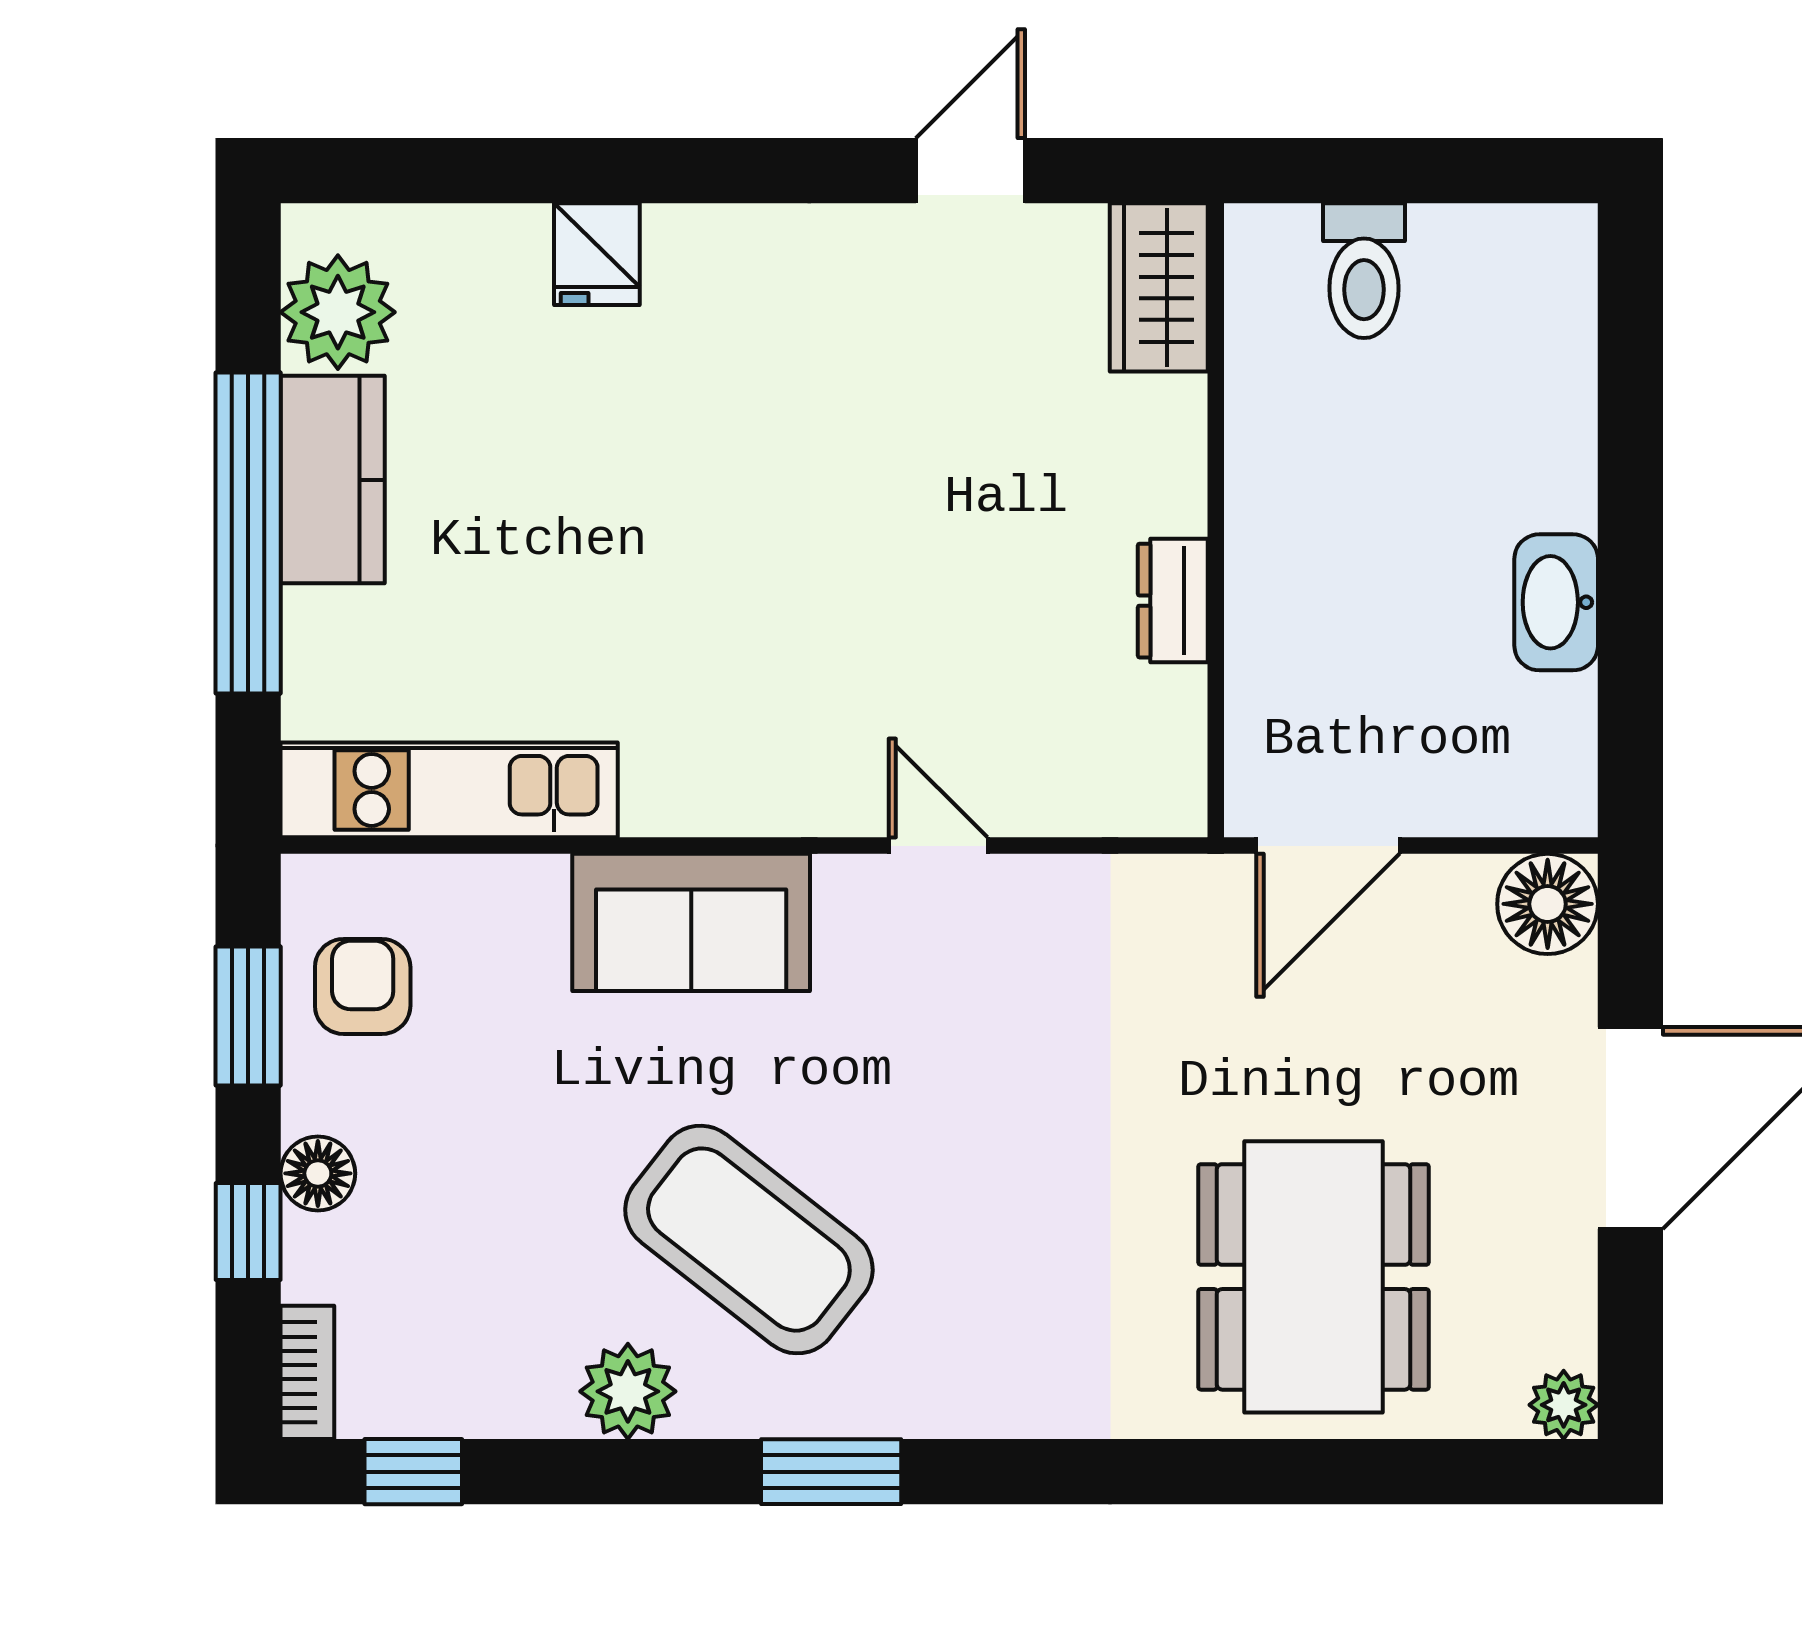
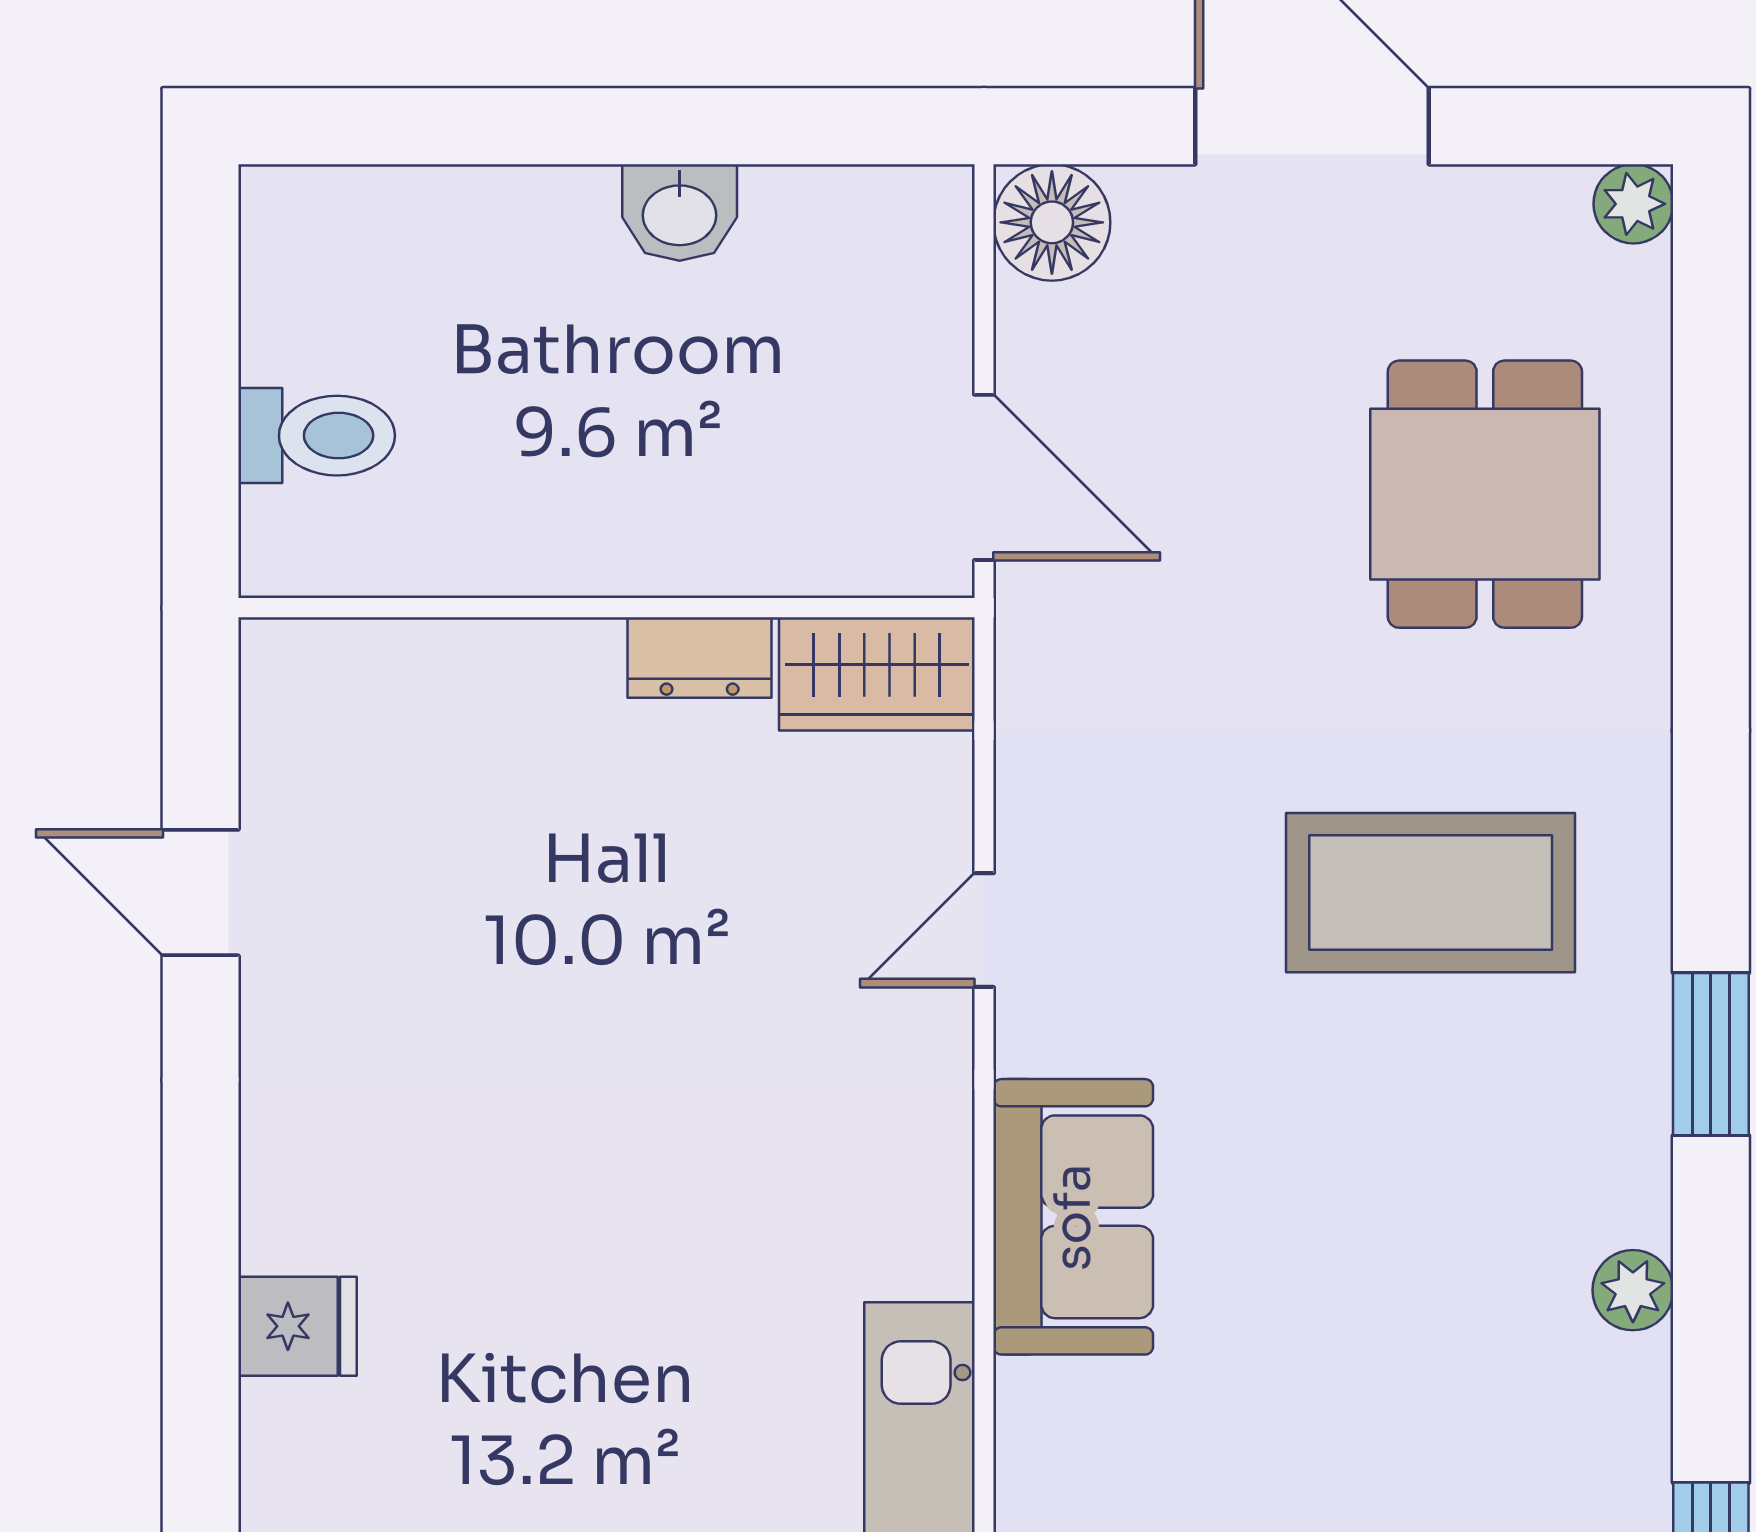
wardrobe: (1159, 287) -> (877, 674), moved
washbasin: (1556, 602) -> (680, 212), width x0.72
coffee table: (749, 1240) -> (1431, 893), moved, turned 52
dining table: (1313, 1277) -> (1485, 494), width x0.73
plant: (628, 1391) -> (1633, 1290), width x0.73, depth x0.73

